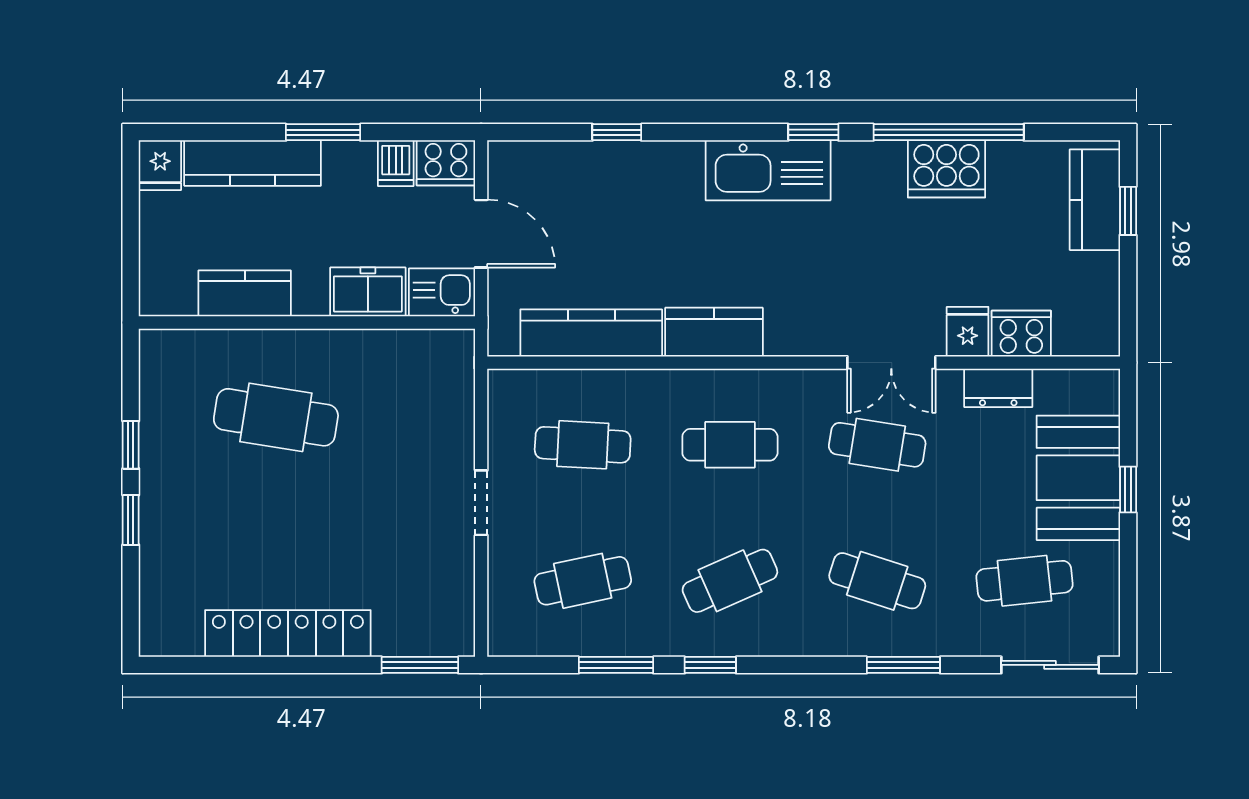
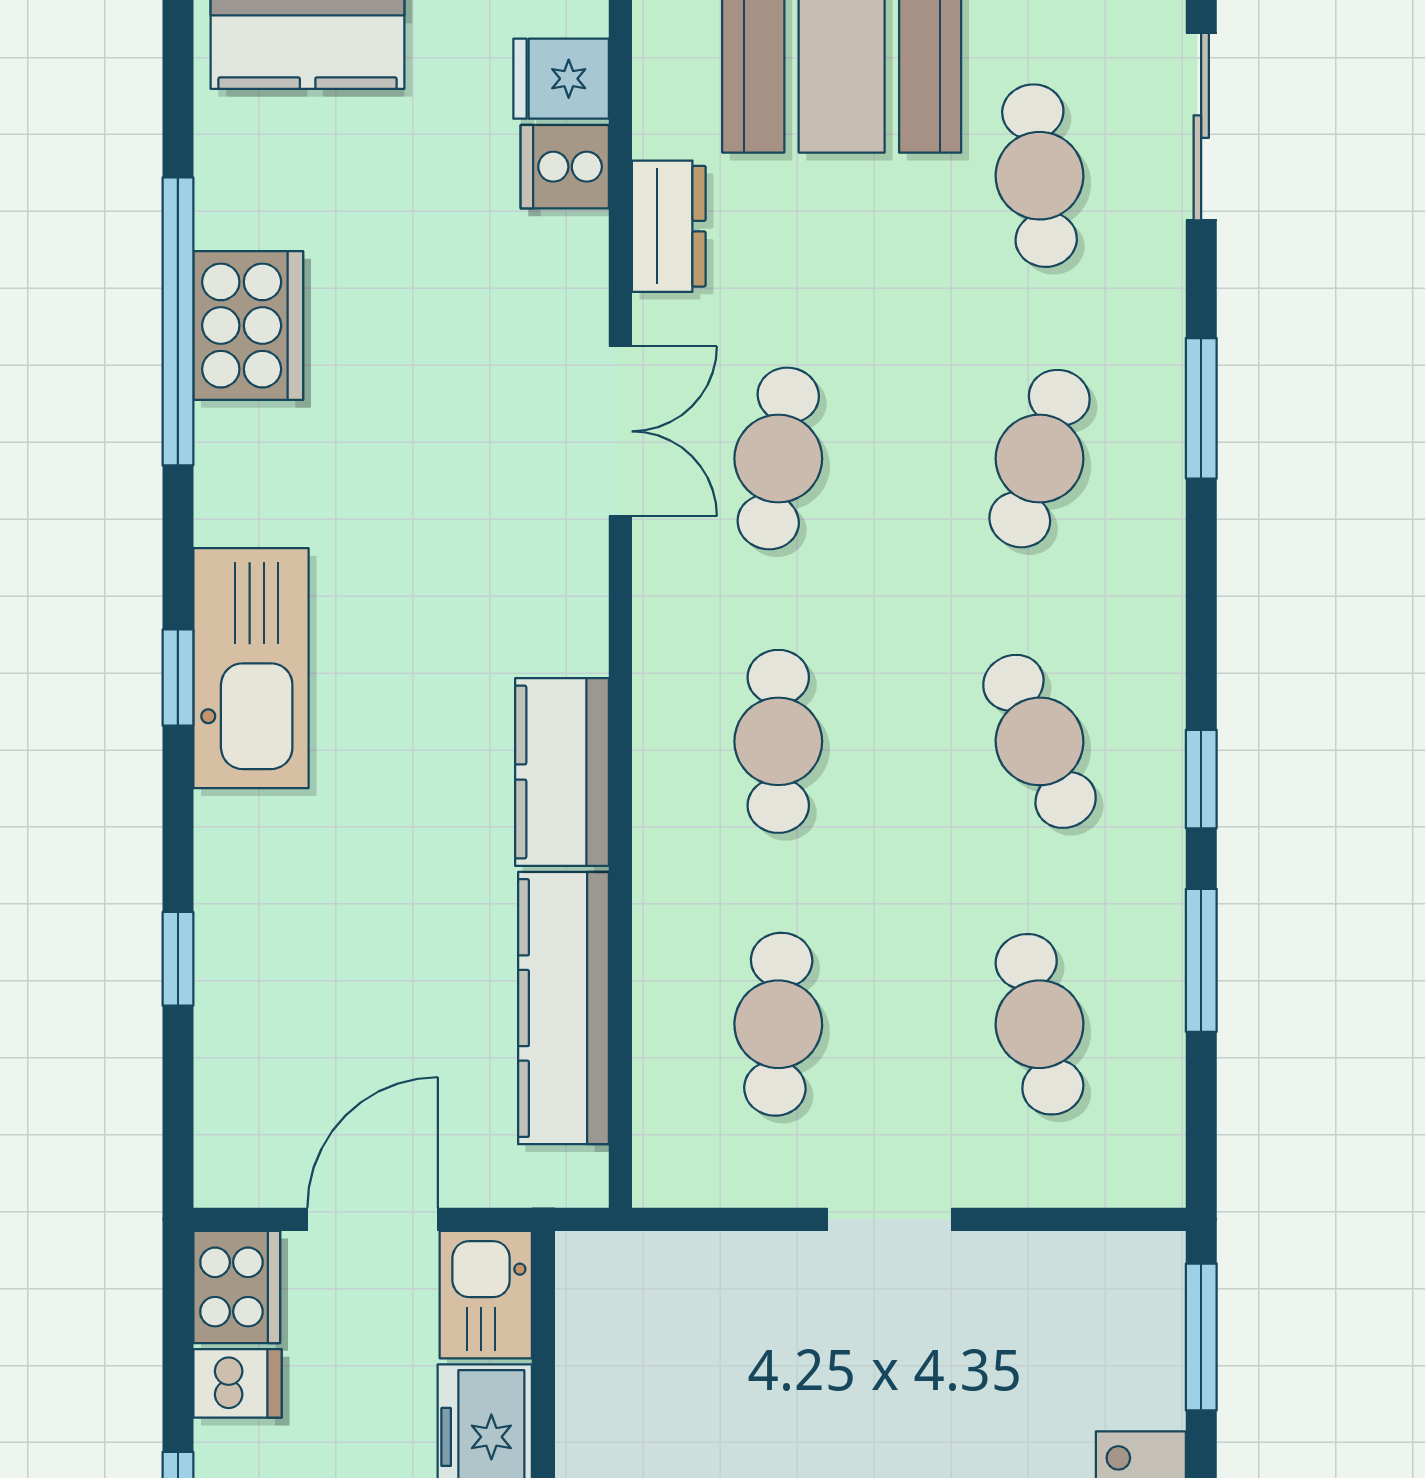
window: (813, 132) -> (178, 678), moved
fridge: (968, 332) -> (561, 79), moved
cooker: (1021, 334) -> (565, 167), width x0.73

